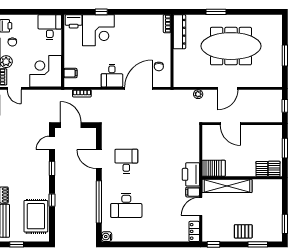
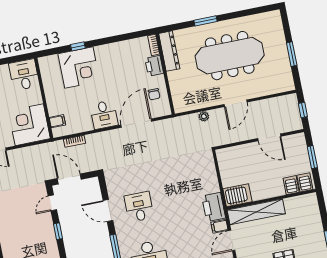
printer: (74, 21) -> (154, 66), moved, turned 90
door: (230, 124) -> (269, 137), moved

